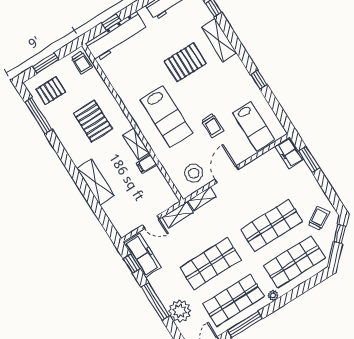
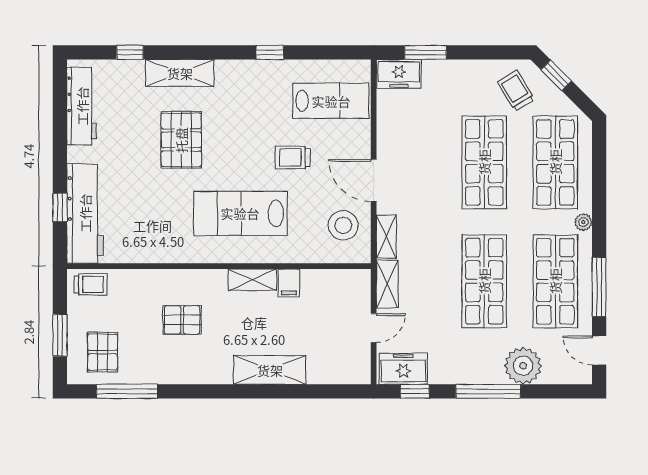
lab bench: (167, 117) -> (240, 213), turned 180
pallet: (93, 121) -> (182, 320), width x0.67, depth x0.71
trolley: (212, 125) -> (293, 158), turned 180
freezer: (143, 255) -> (403, 369), width x0.71

